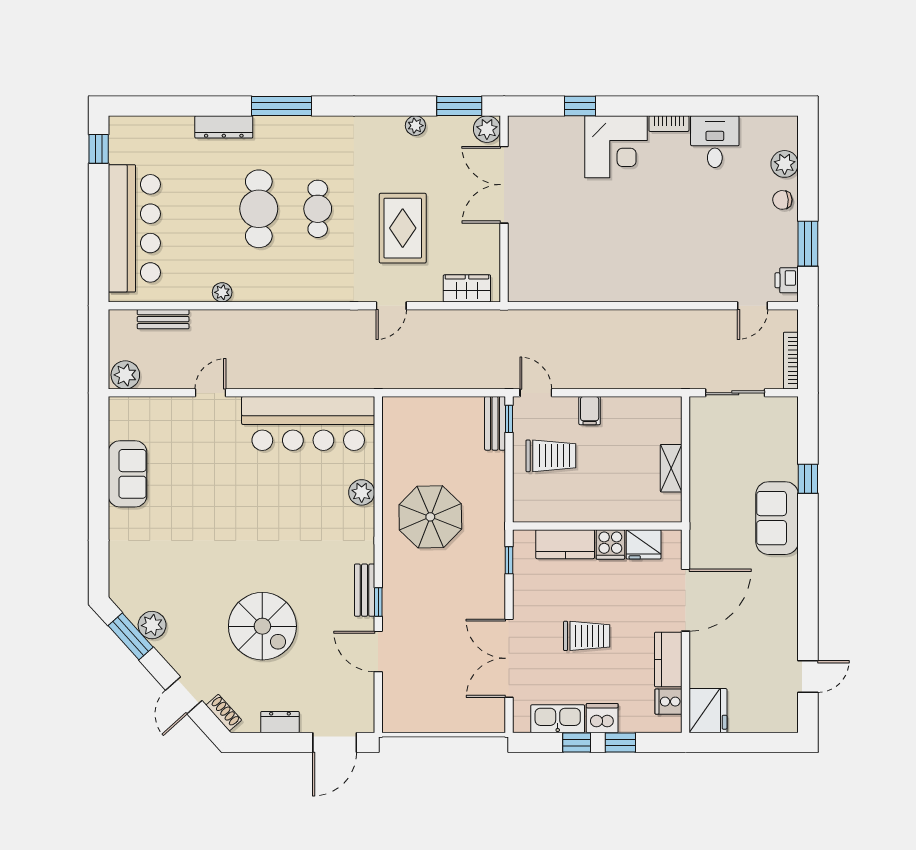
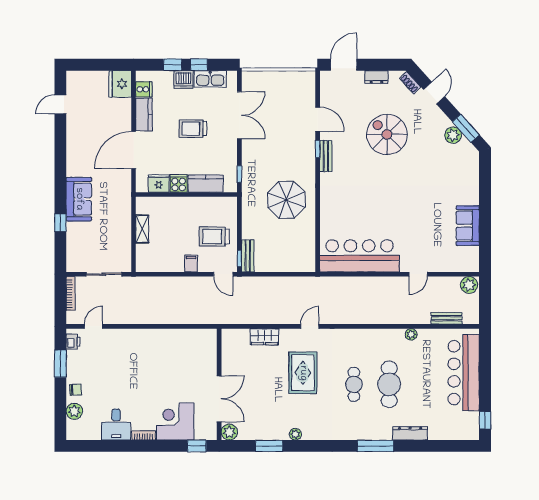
plant: (487, 129) -> (229, 432), moved
double door: (504, 185) -> (219, 399), moved
wall: (504, 209) -> (219, 384), moved
plant: (362, 492) -> (328, 214), removed

